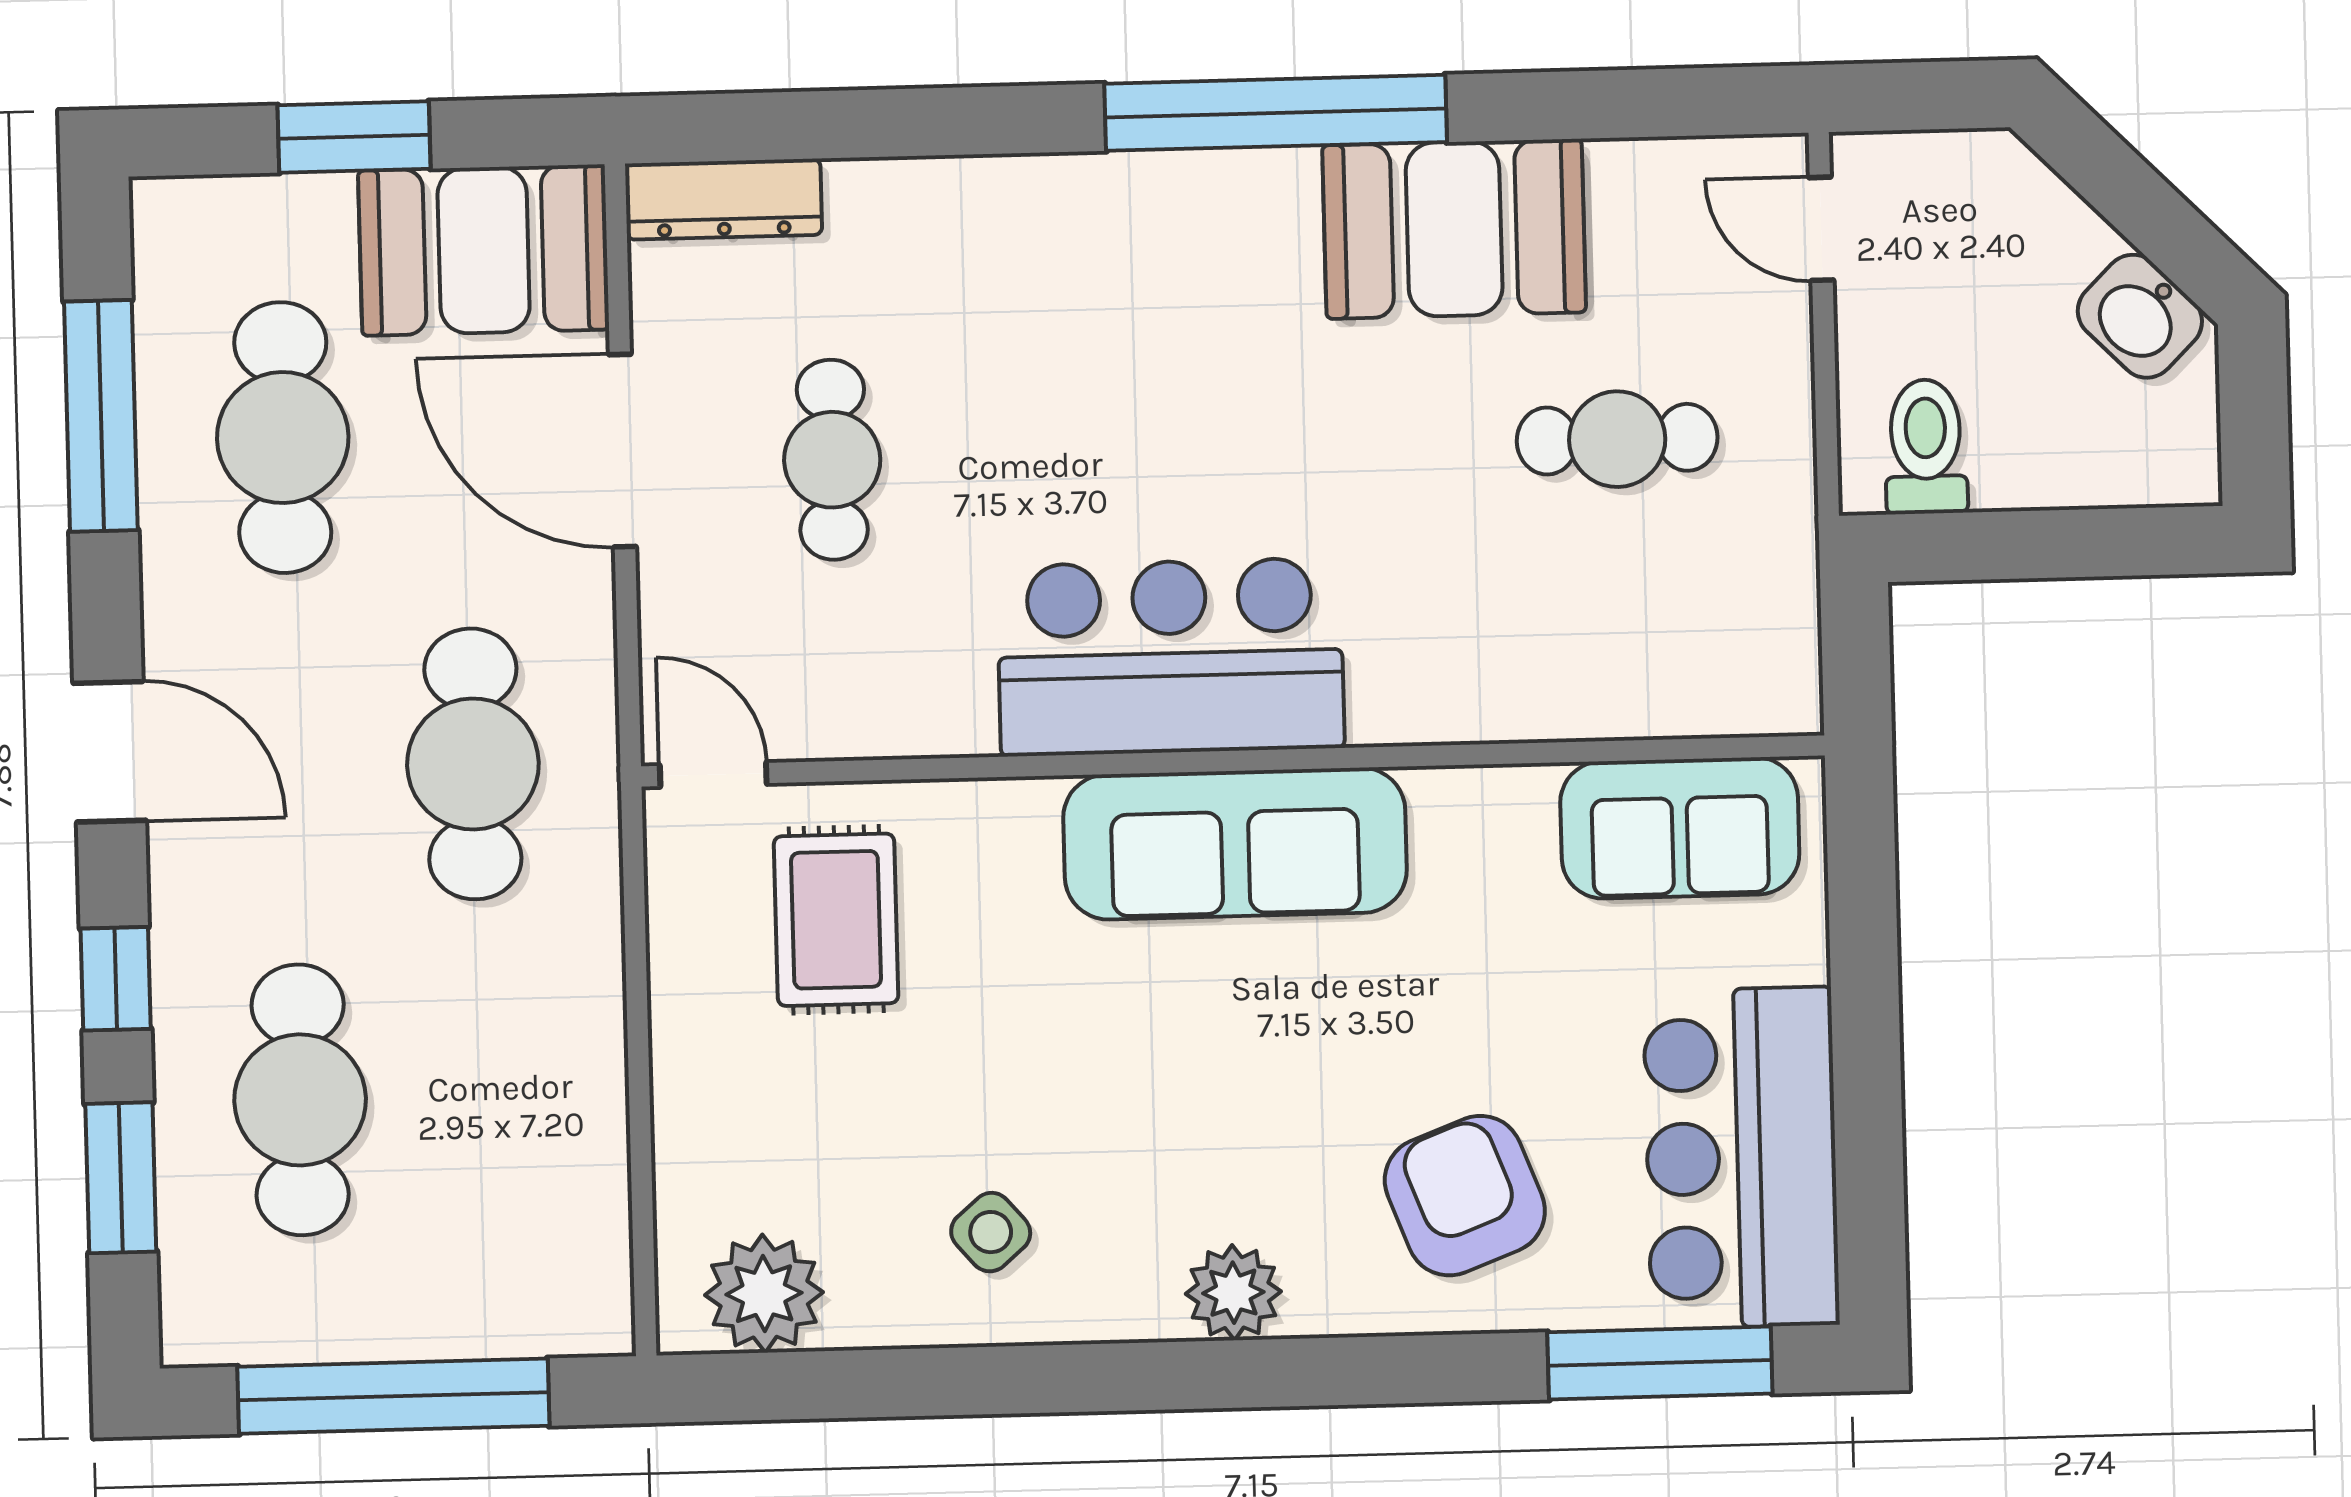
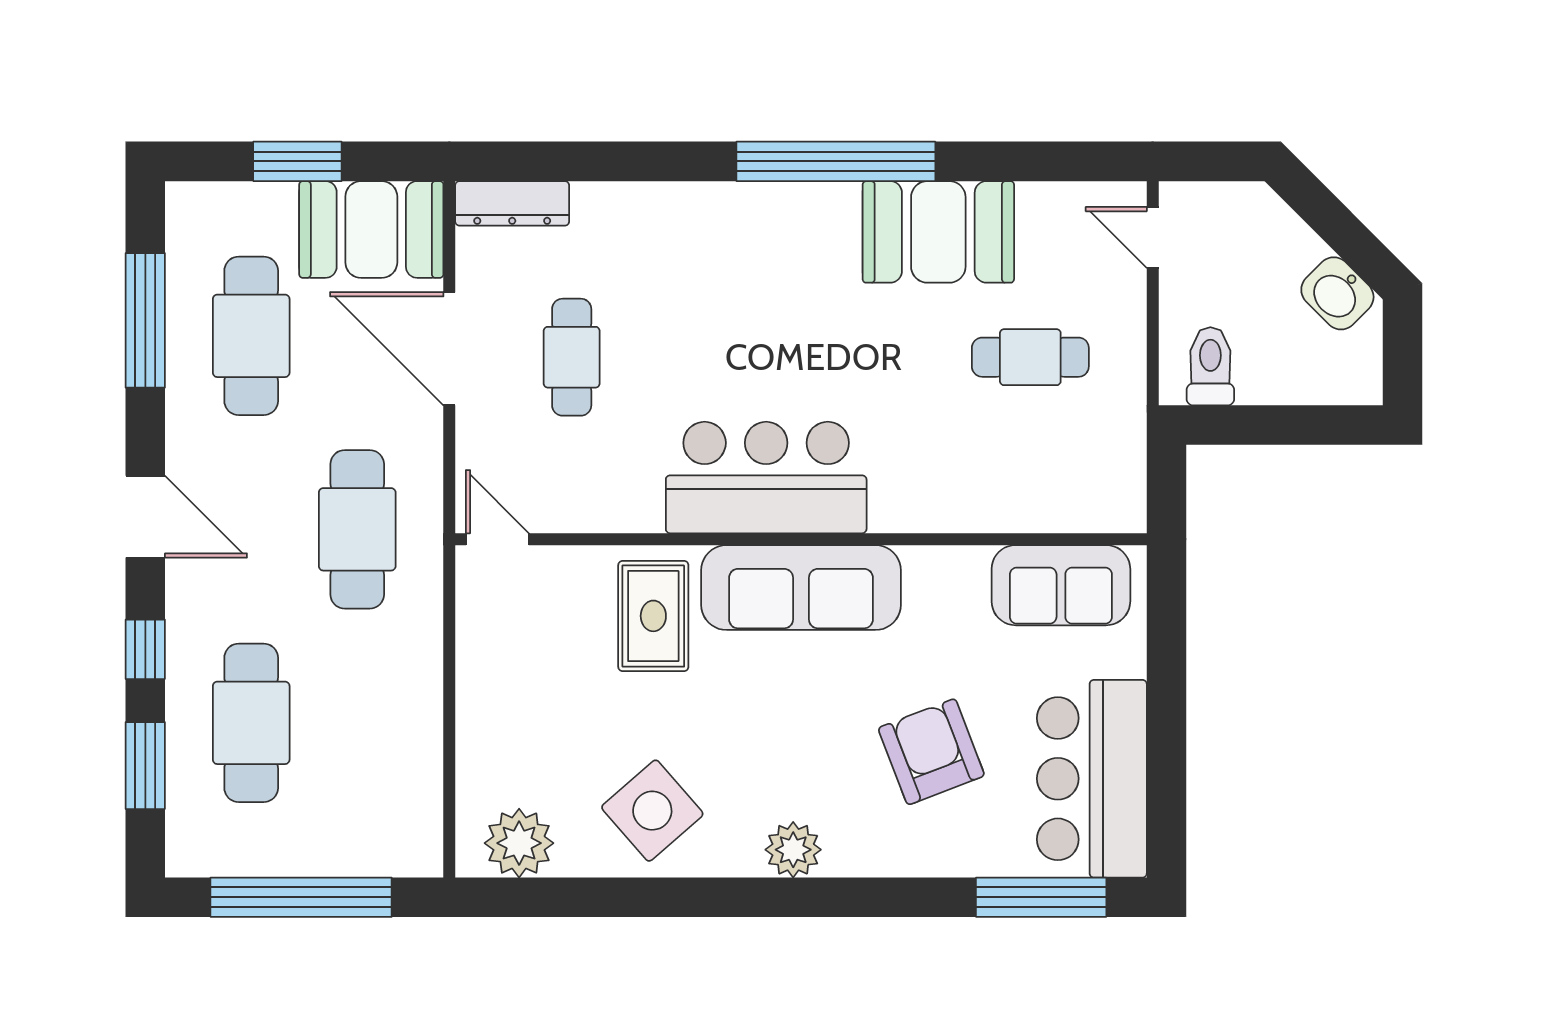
rug: (836, 920) -> (653, 616), moved
armchair: (1465, 1196) -> (931, 752), moved
side table: (991, 1232) -> (652, 811), width x1.87, depth x1.87

